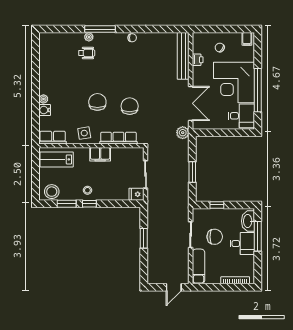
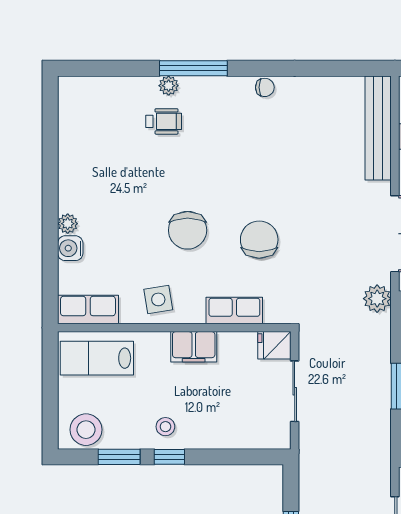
chair: (97, 102) -> (188, 230), turned 180
row of seats: (118, 138) -> (234, 311), width x0.68
fridge: (136, 194) -> (274, 345), moved

